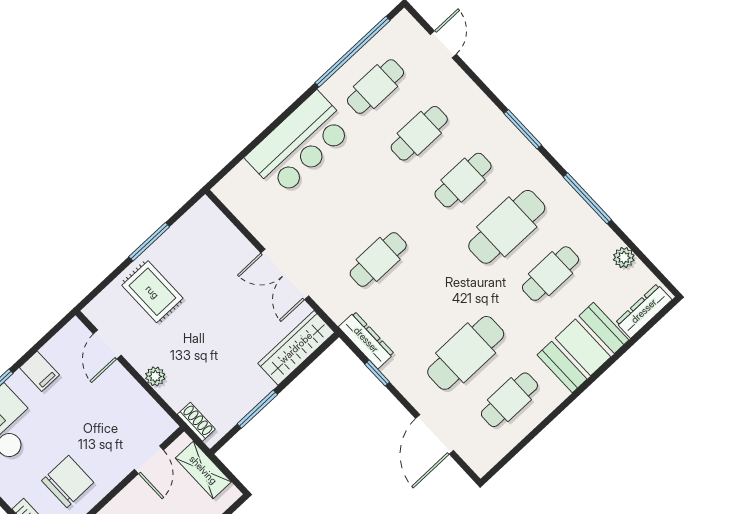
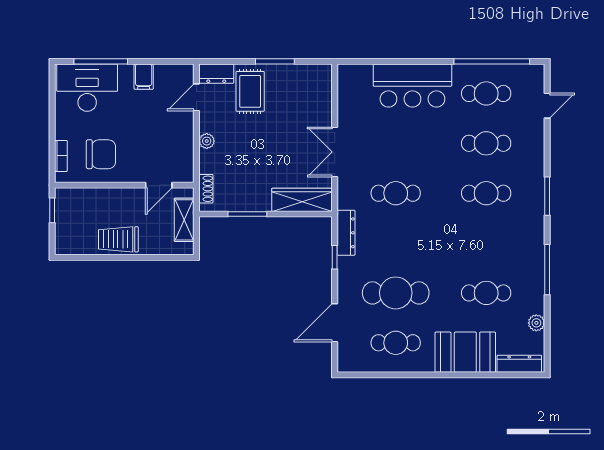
cafe table: (507, 227) -> (486, 243), removed
dresser: (105, 305) -> (216, 74), added

